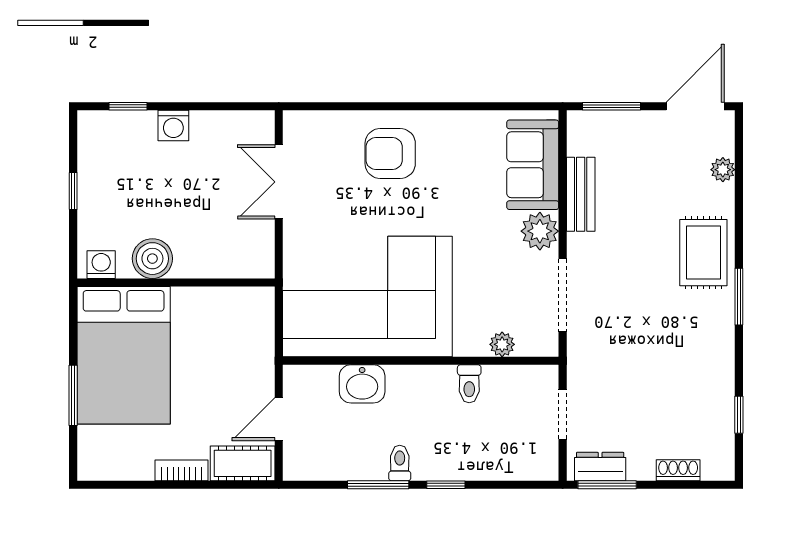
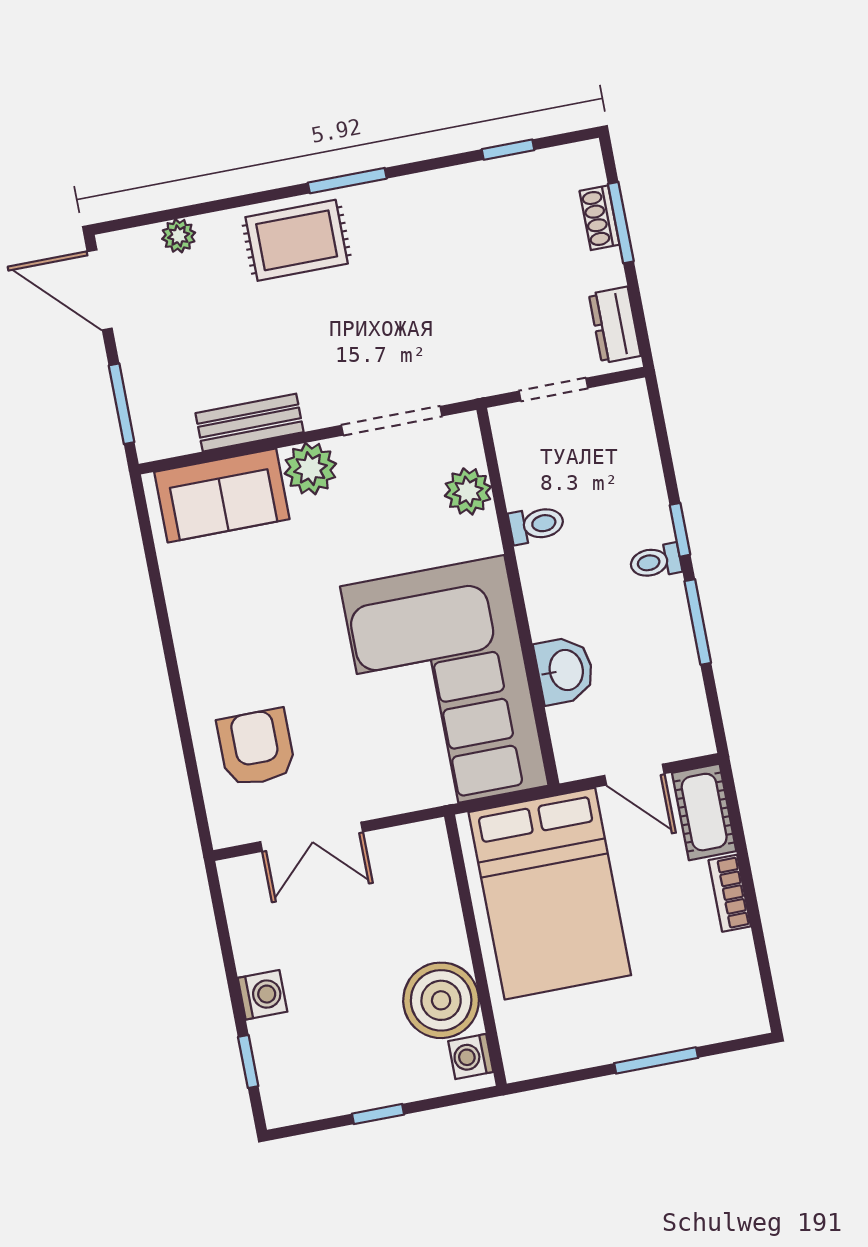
armchair: (390, 153) -> (256, 748), moved, turned 180
boiler: (152, 259) -> (441, 1000), width x1.37, depth x1.37
plant: (502, 344) -> (468, 491), width x1.38, depth x1.38
bed: (124, 355) -> (550, 894), moved, turned 90
toilet: (400, 463) -> (655, 562), moved
window: (607, 485) -> (621, 223), moved

